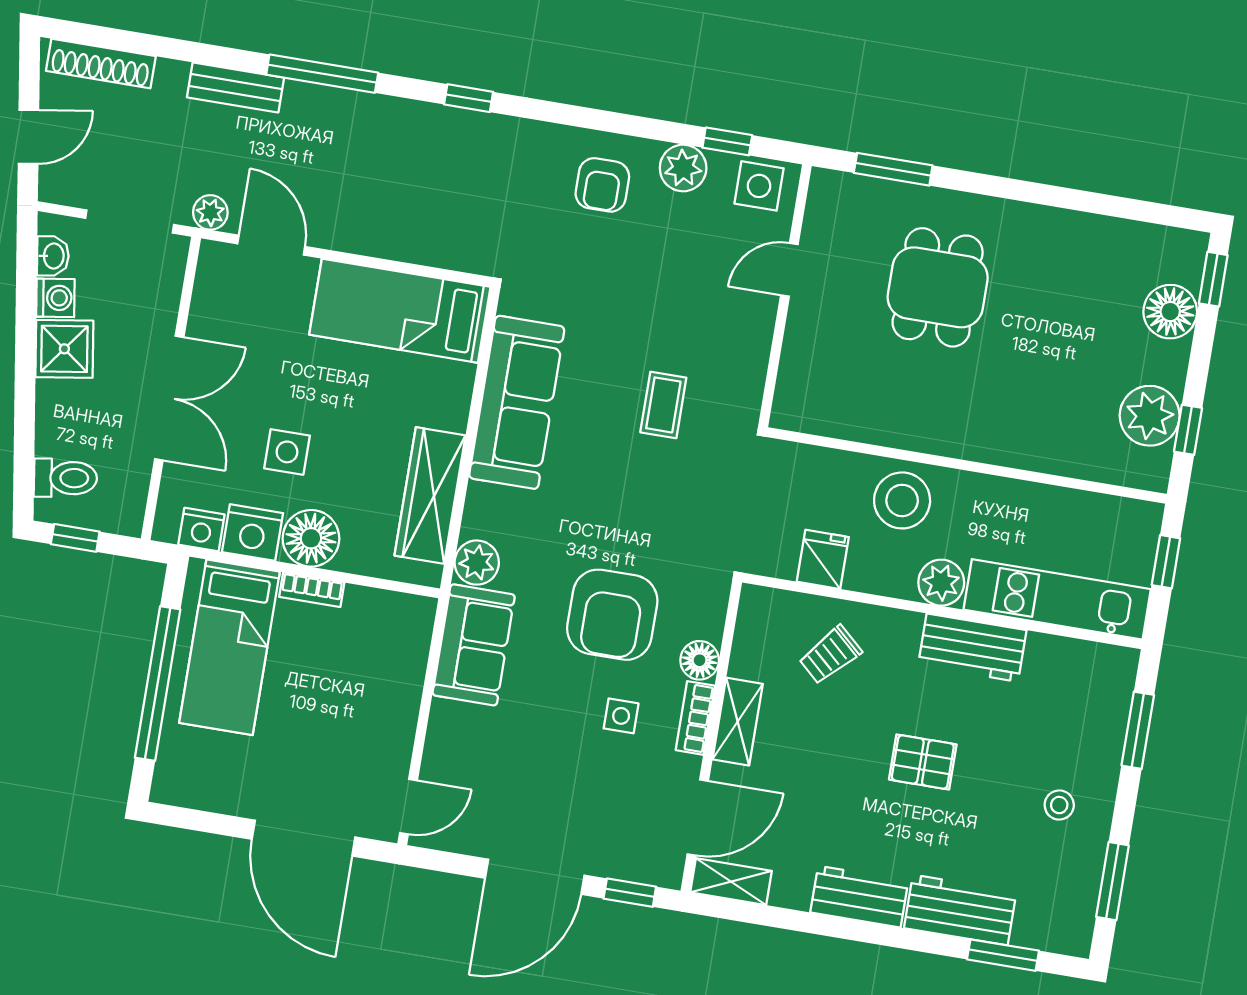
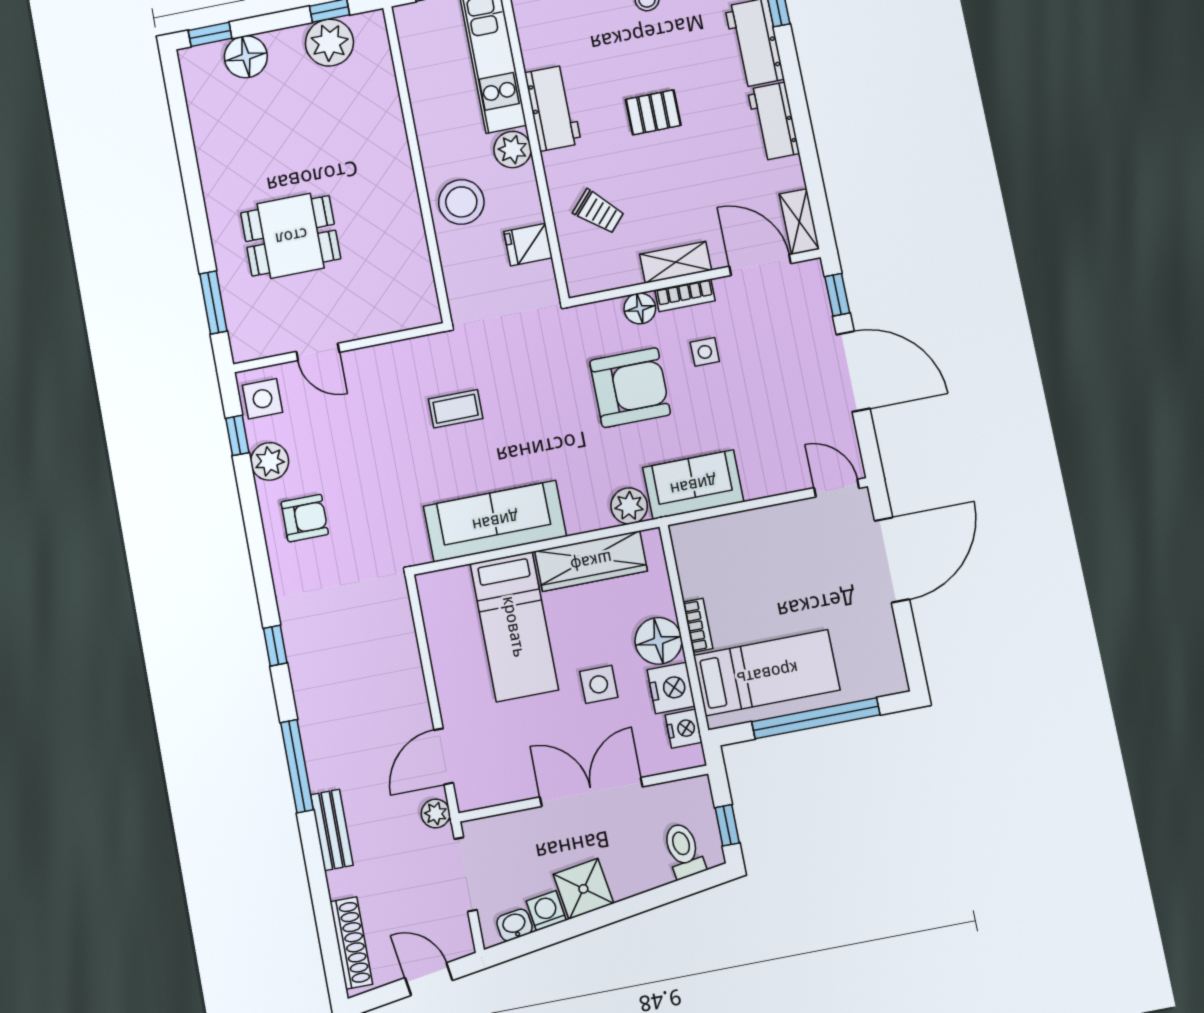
bed: (400, 311) -> (514, 627), moved
pallet: (923, 762) -> (653, 112), turned 90

